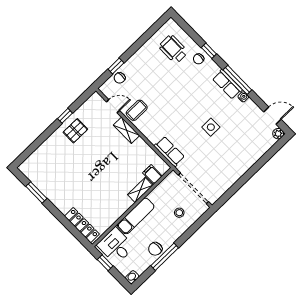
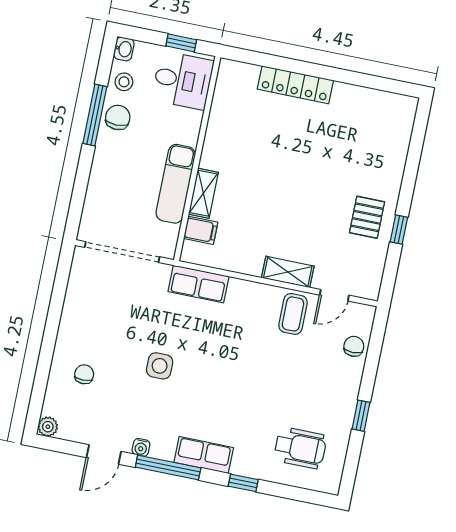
chair: (199, 59) -> (84, 374), moved
window: (116, 66) -> (361, 416), moved
row of seats: (227, 84) -> (204, 455), moved
door: (272, 116) -> (104, 454), moved
window: (36, 192) -> (363, 80), removed
stool: (179, 213) -> (124, 82), moved
exam couch: (136, 216) -> (176, 184), moved
locker: (82, 225) -> (295, 85), moved

